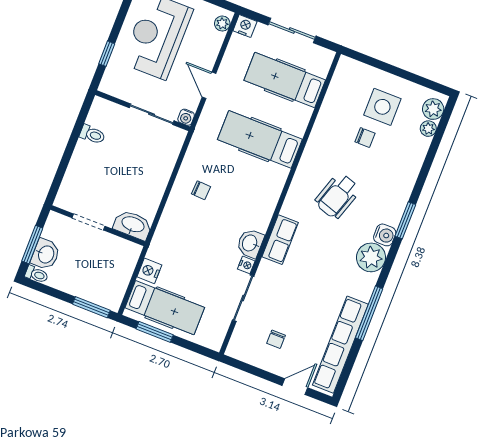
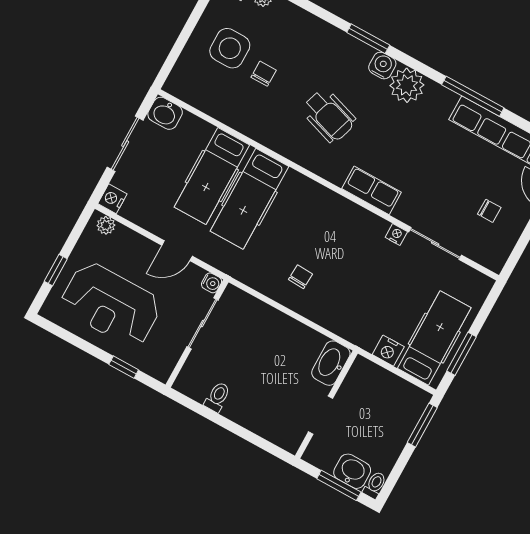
hospital bed: (285, 80) -> (212, 176), moved
washbasin: (250, 243) -> (165, 113), moved

